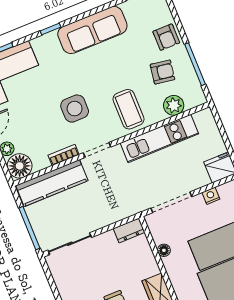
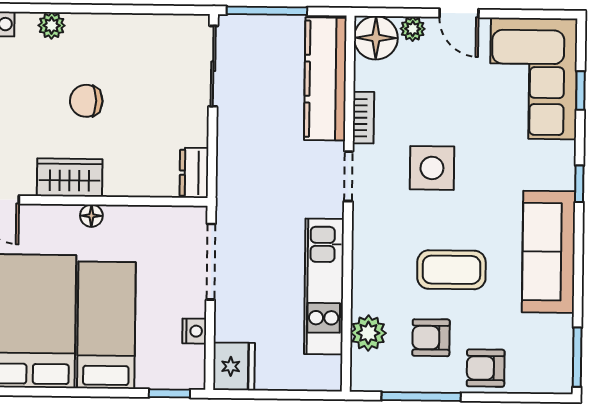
armchair: (162, 72) -> (431, 338), turned 81
coffee table: (128, 109) -> (451, 270), moved
floor lamp: (164, 250) -> (91, 216), moved

